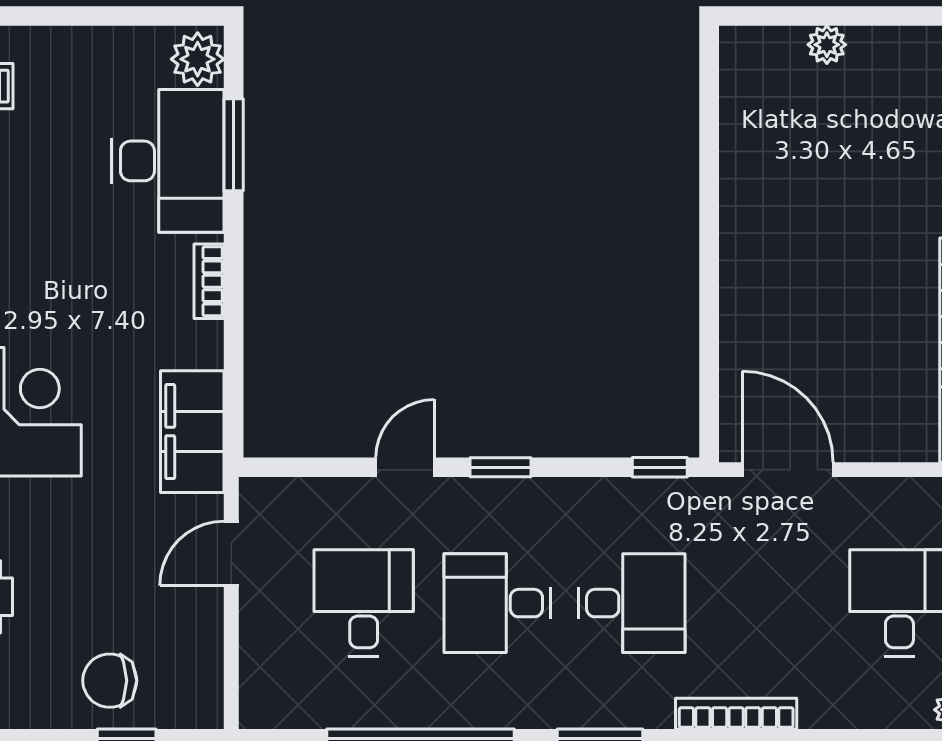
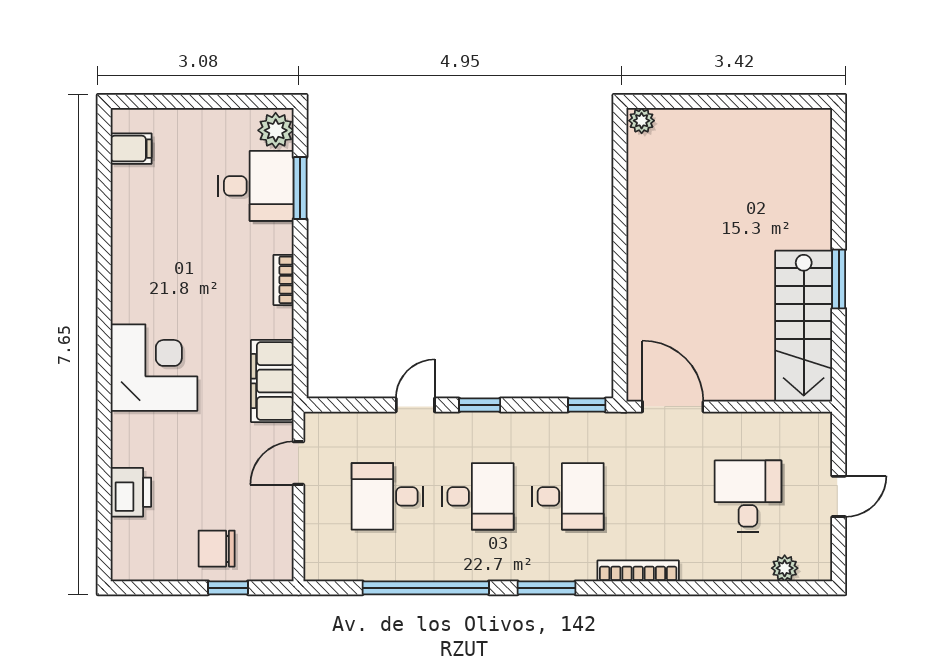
plant: (827, 45) -> (642, 121), moved
desk: (168, 161) -> (256, 186), width x0.73
desk: (364, 603) -> (387, 496), turned -90
desk: (498, 603) -> (478, 496), turned 180

